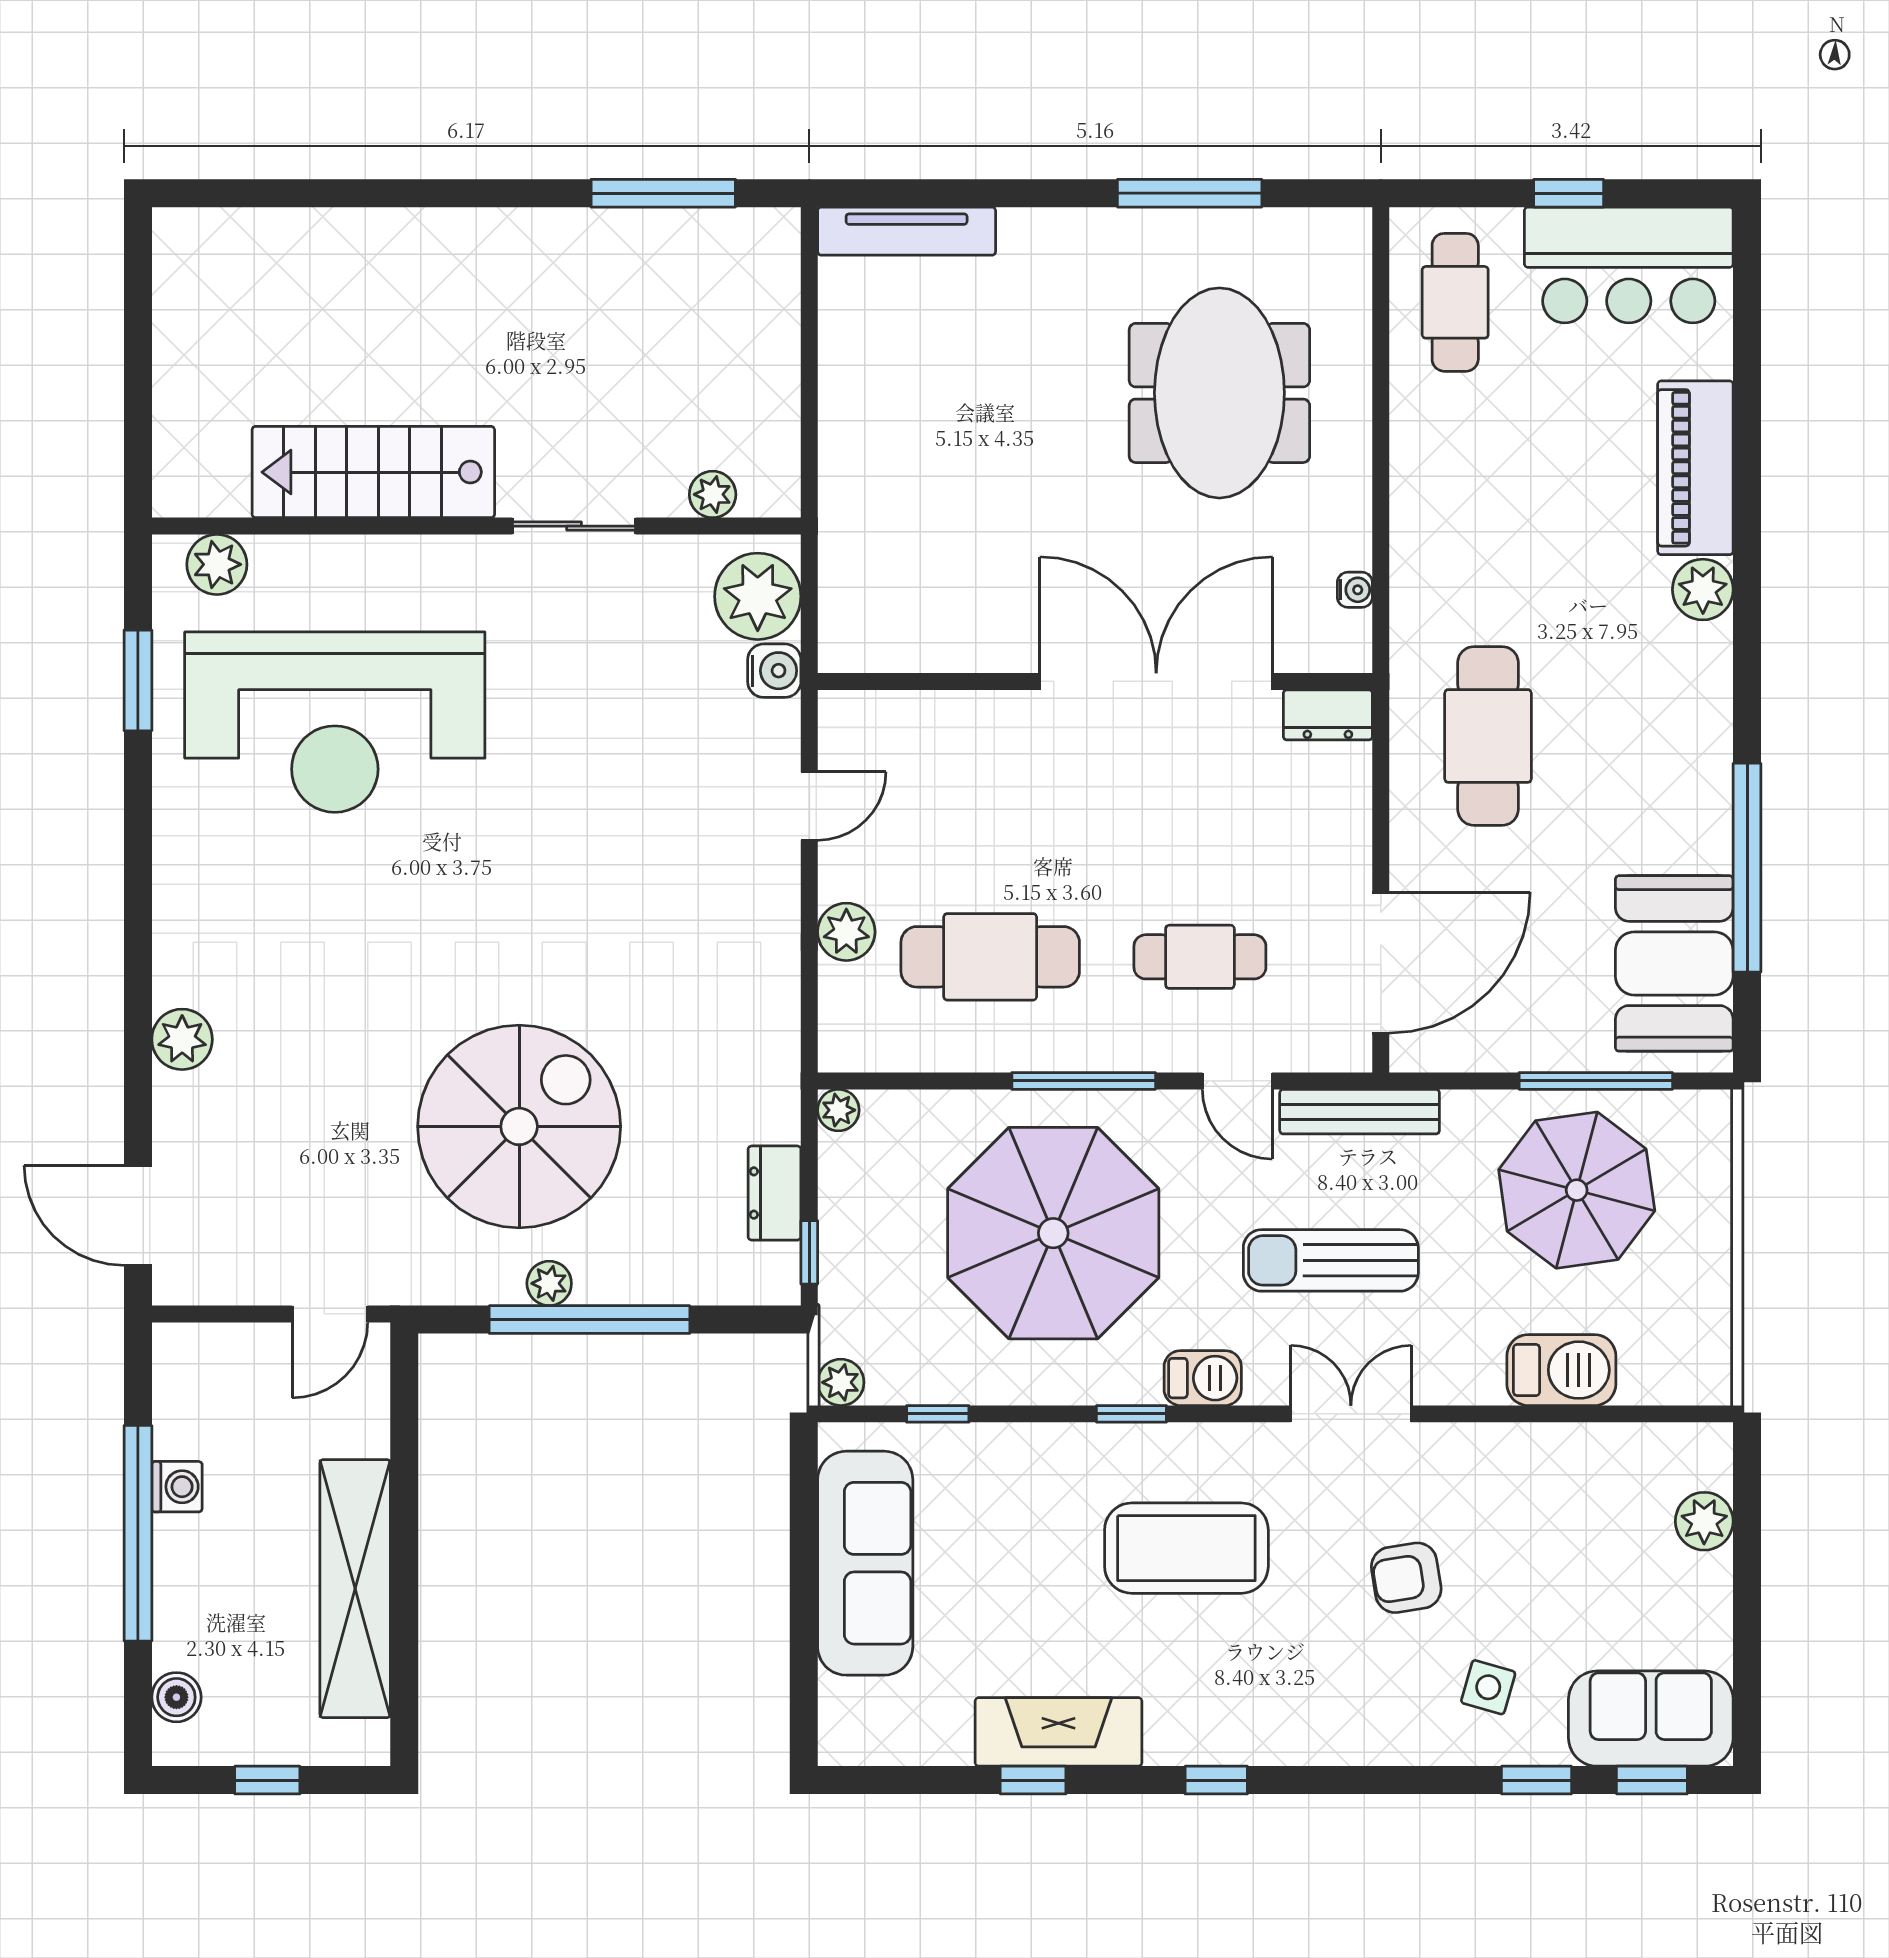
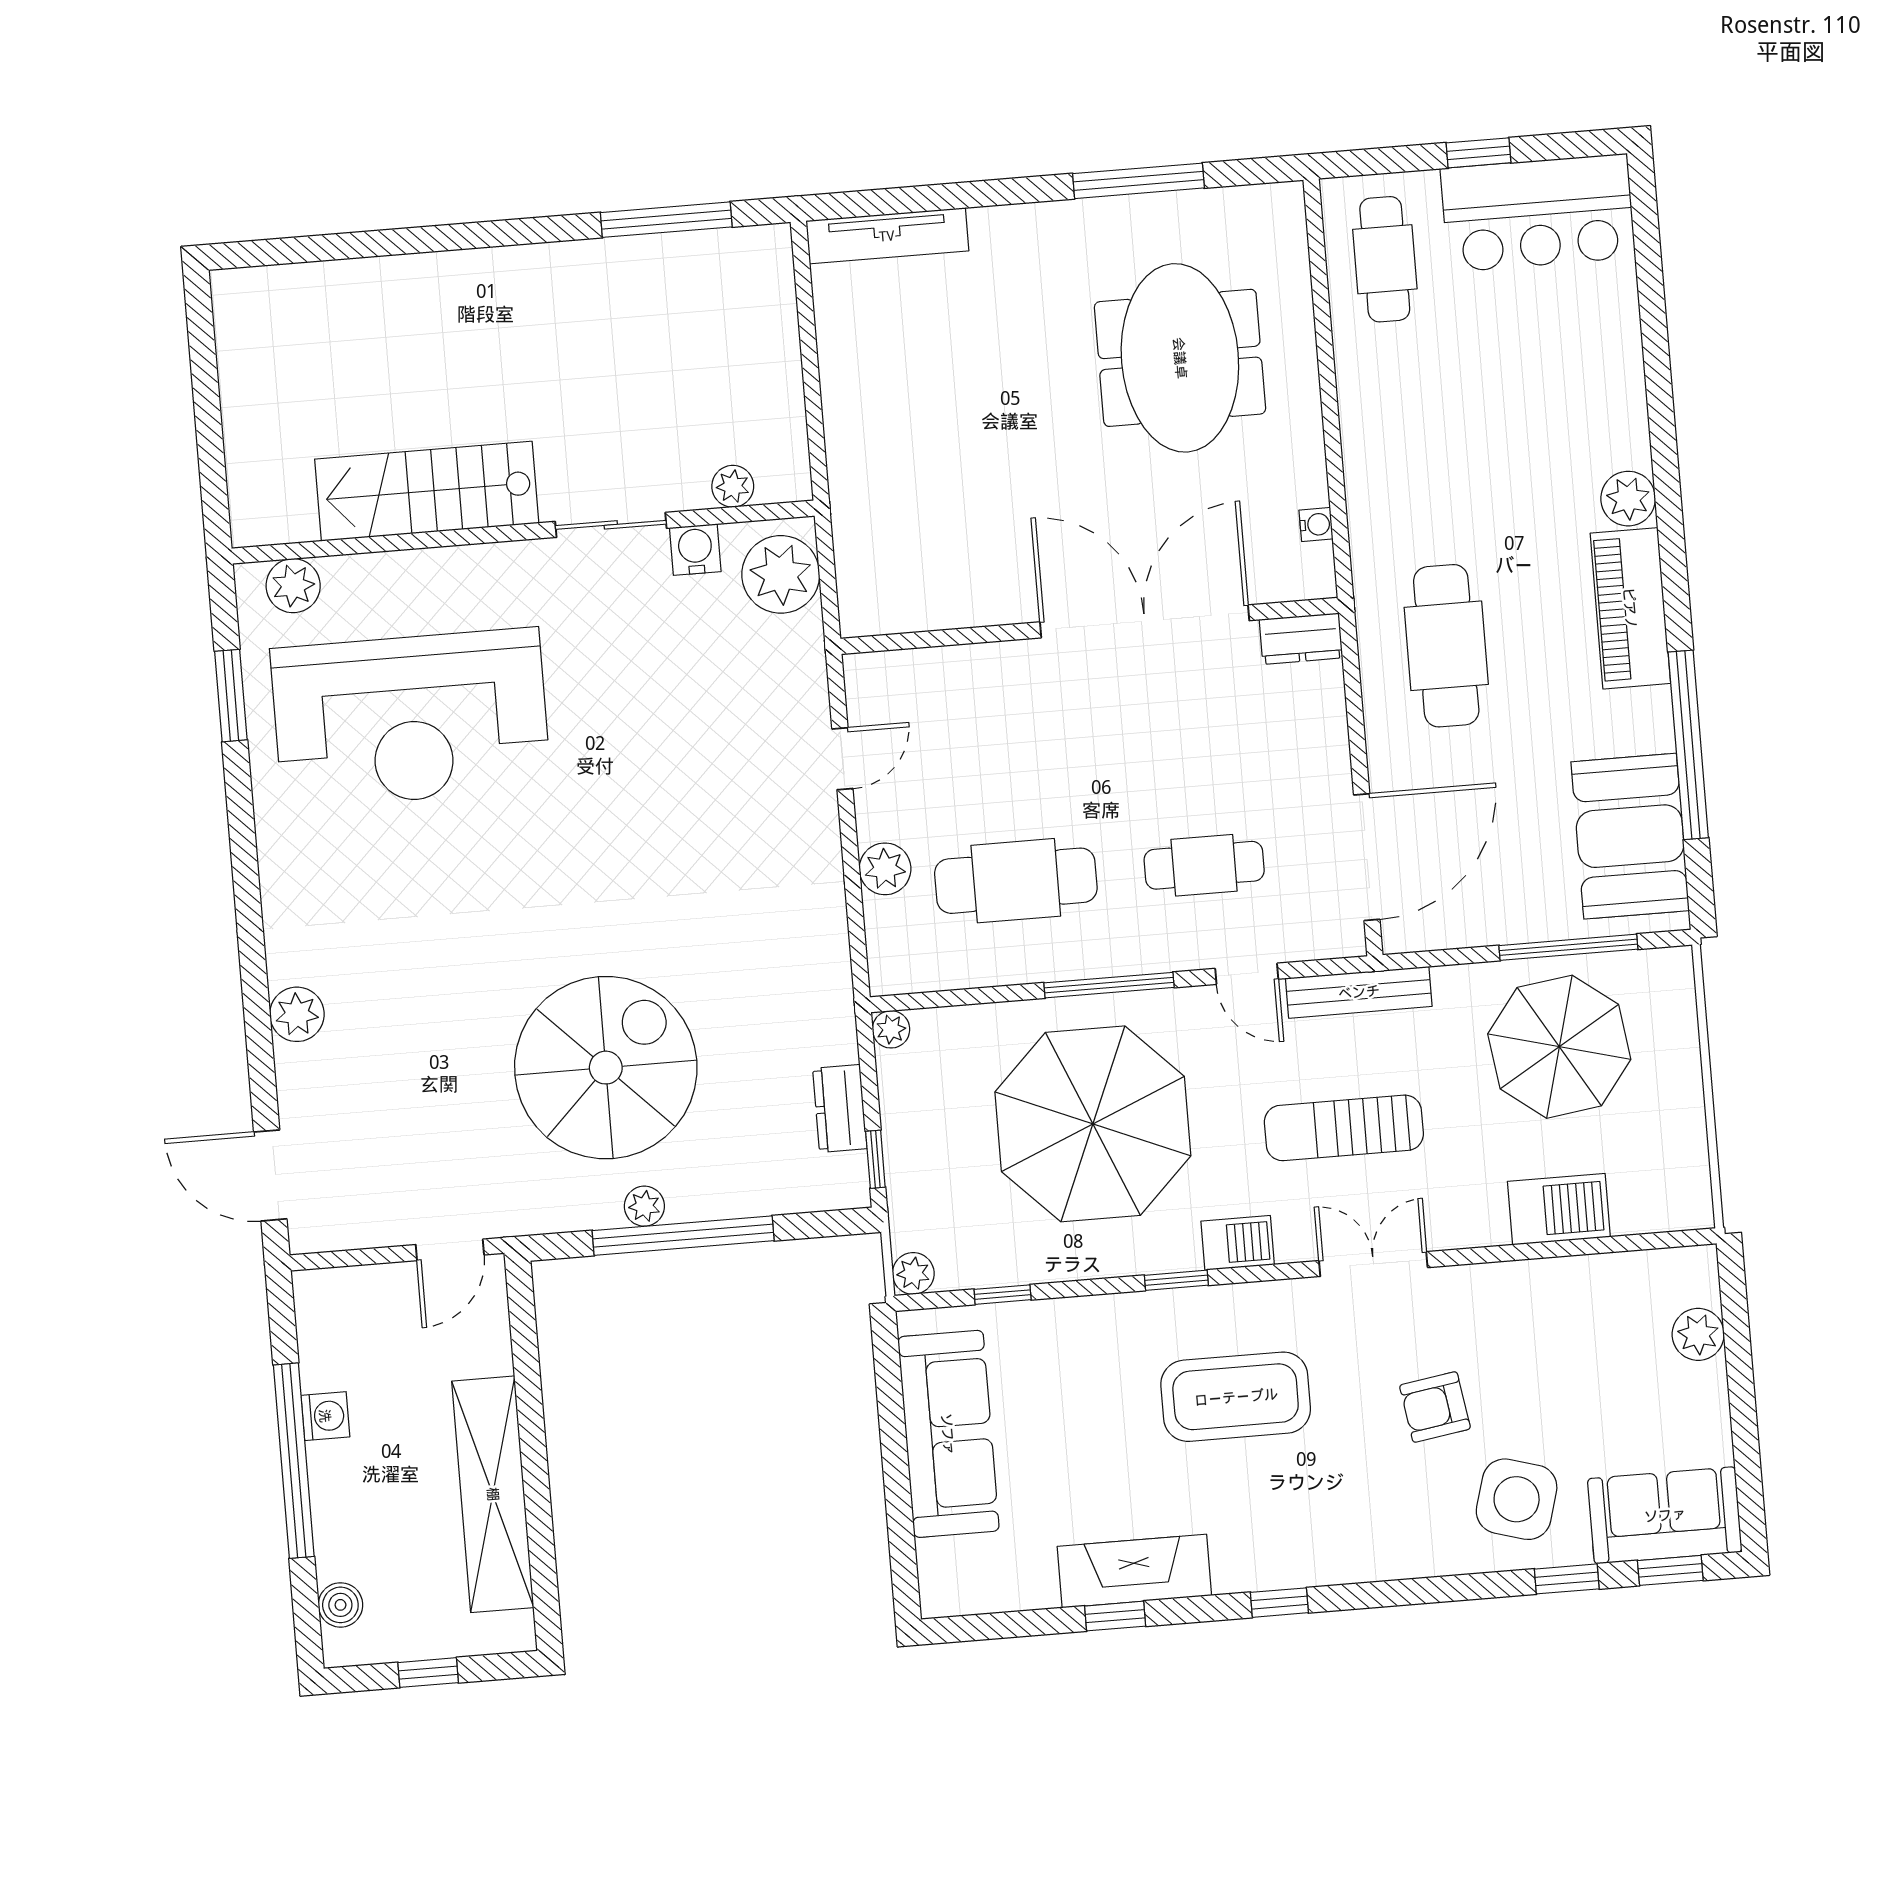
piano: (1695, 468) -> (1630, 608), moved
water cooler: (774, 671) -> (695, 550), moved, turned -90
side table: (1488, 1687) -> (1517, 1499), width x1.87, depth x1.87

